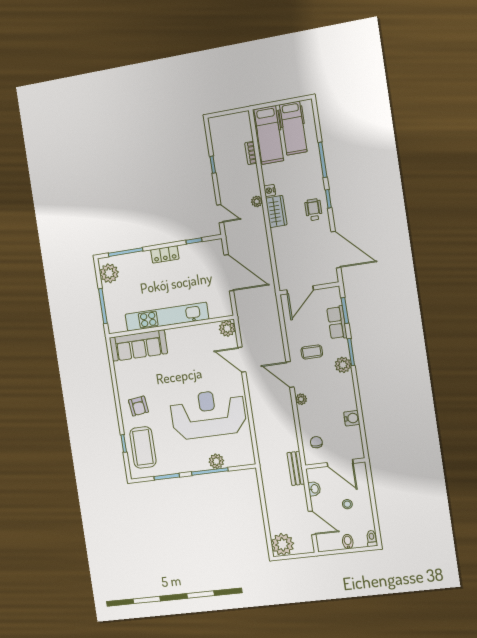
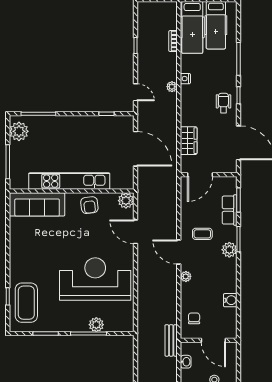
wardrobe: (276, 212) -> (189, 141), moved
locker: (165, 254) -> (76, 122), removed
armchair: (138, 406) -> (89, 205), moved

